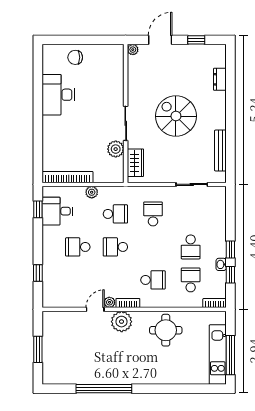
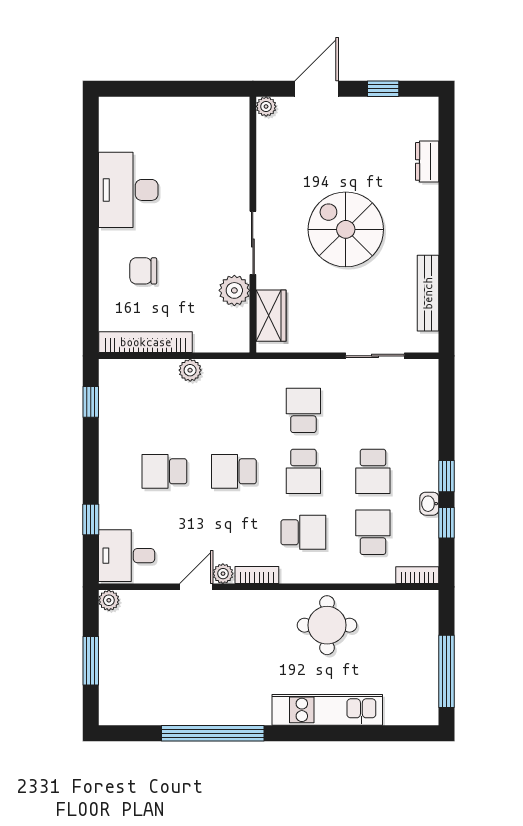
chair: (75, 57) -> (143, 271), moved
desk: (57, 211) -> (127, 556), moved
school desk: (115, 214) -> (303, 471), moved, turned 90
plant: (122, 322) -> (109, 600), moved, width x0.53, depth x0.53
kitchen unit: (218, 355) -> (327, 710), moved, turned 90

